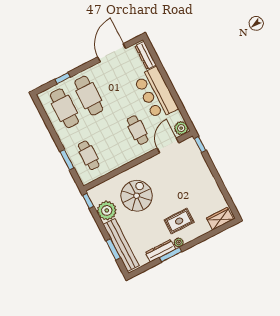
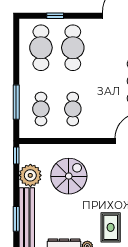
cafe table: (138, 130) -> (73, 109), moved
window: (67, 160) -> (16, 102), width x1.44
rug: (179, 221) -> (111, 227), moved, turned 90

